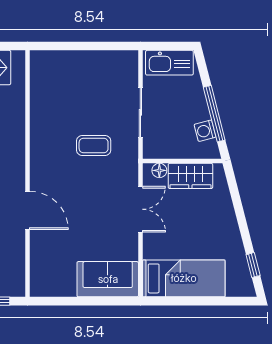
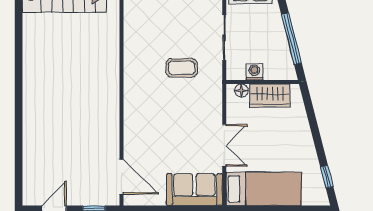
washing machine: (205, 131) -> (254, 72), moved, turned 104
double door: (140, 209) -> (224, 145), moved
door: (28, 210) -> (121, 177), moved

